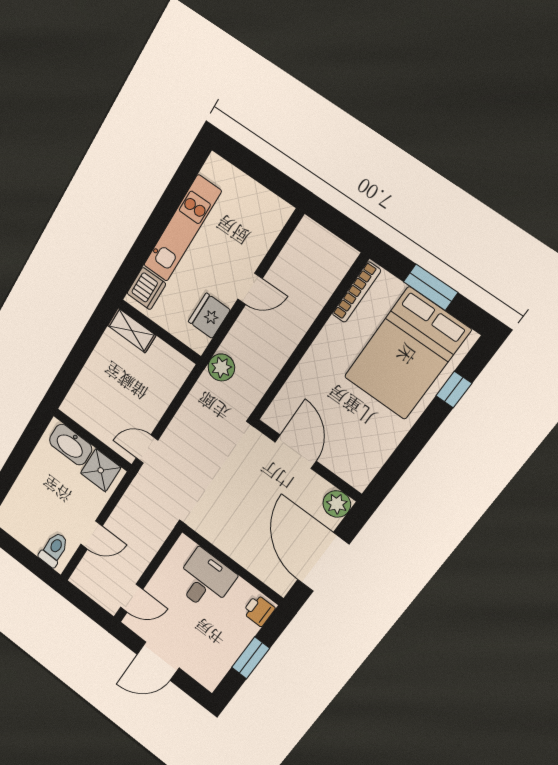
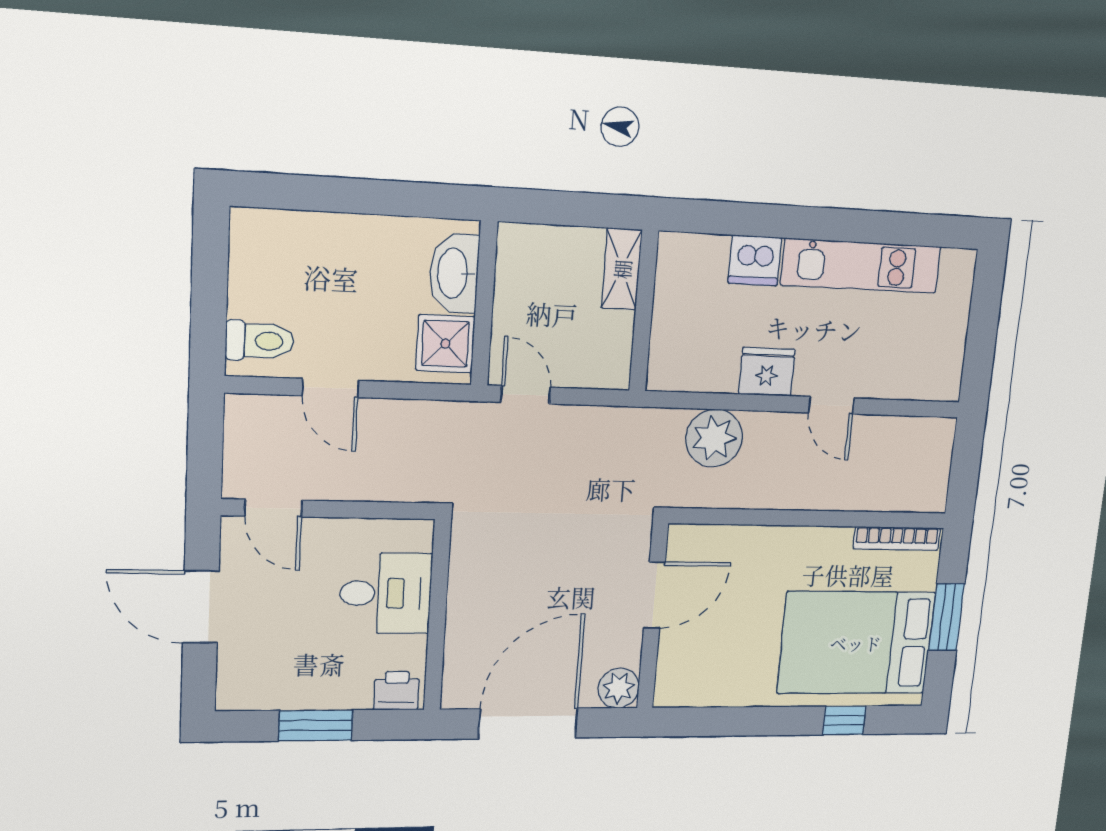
shelving: (132, 330) -> (622, 269), moved
wall: (159, 332) -> (644, 311), moved
plant: (221, 367) -> (714, 438), width x1.36, depth x1.36

